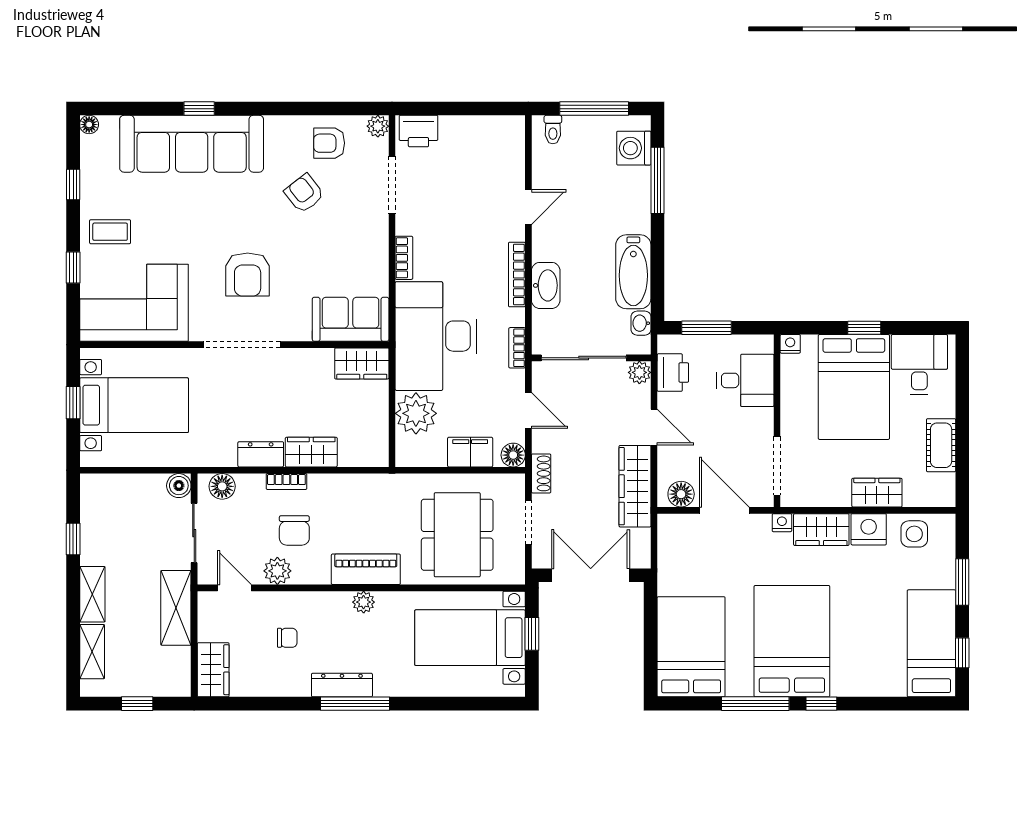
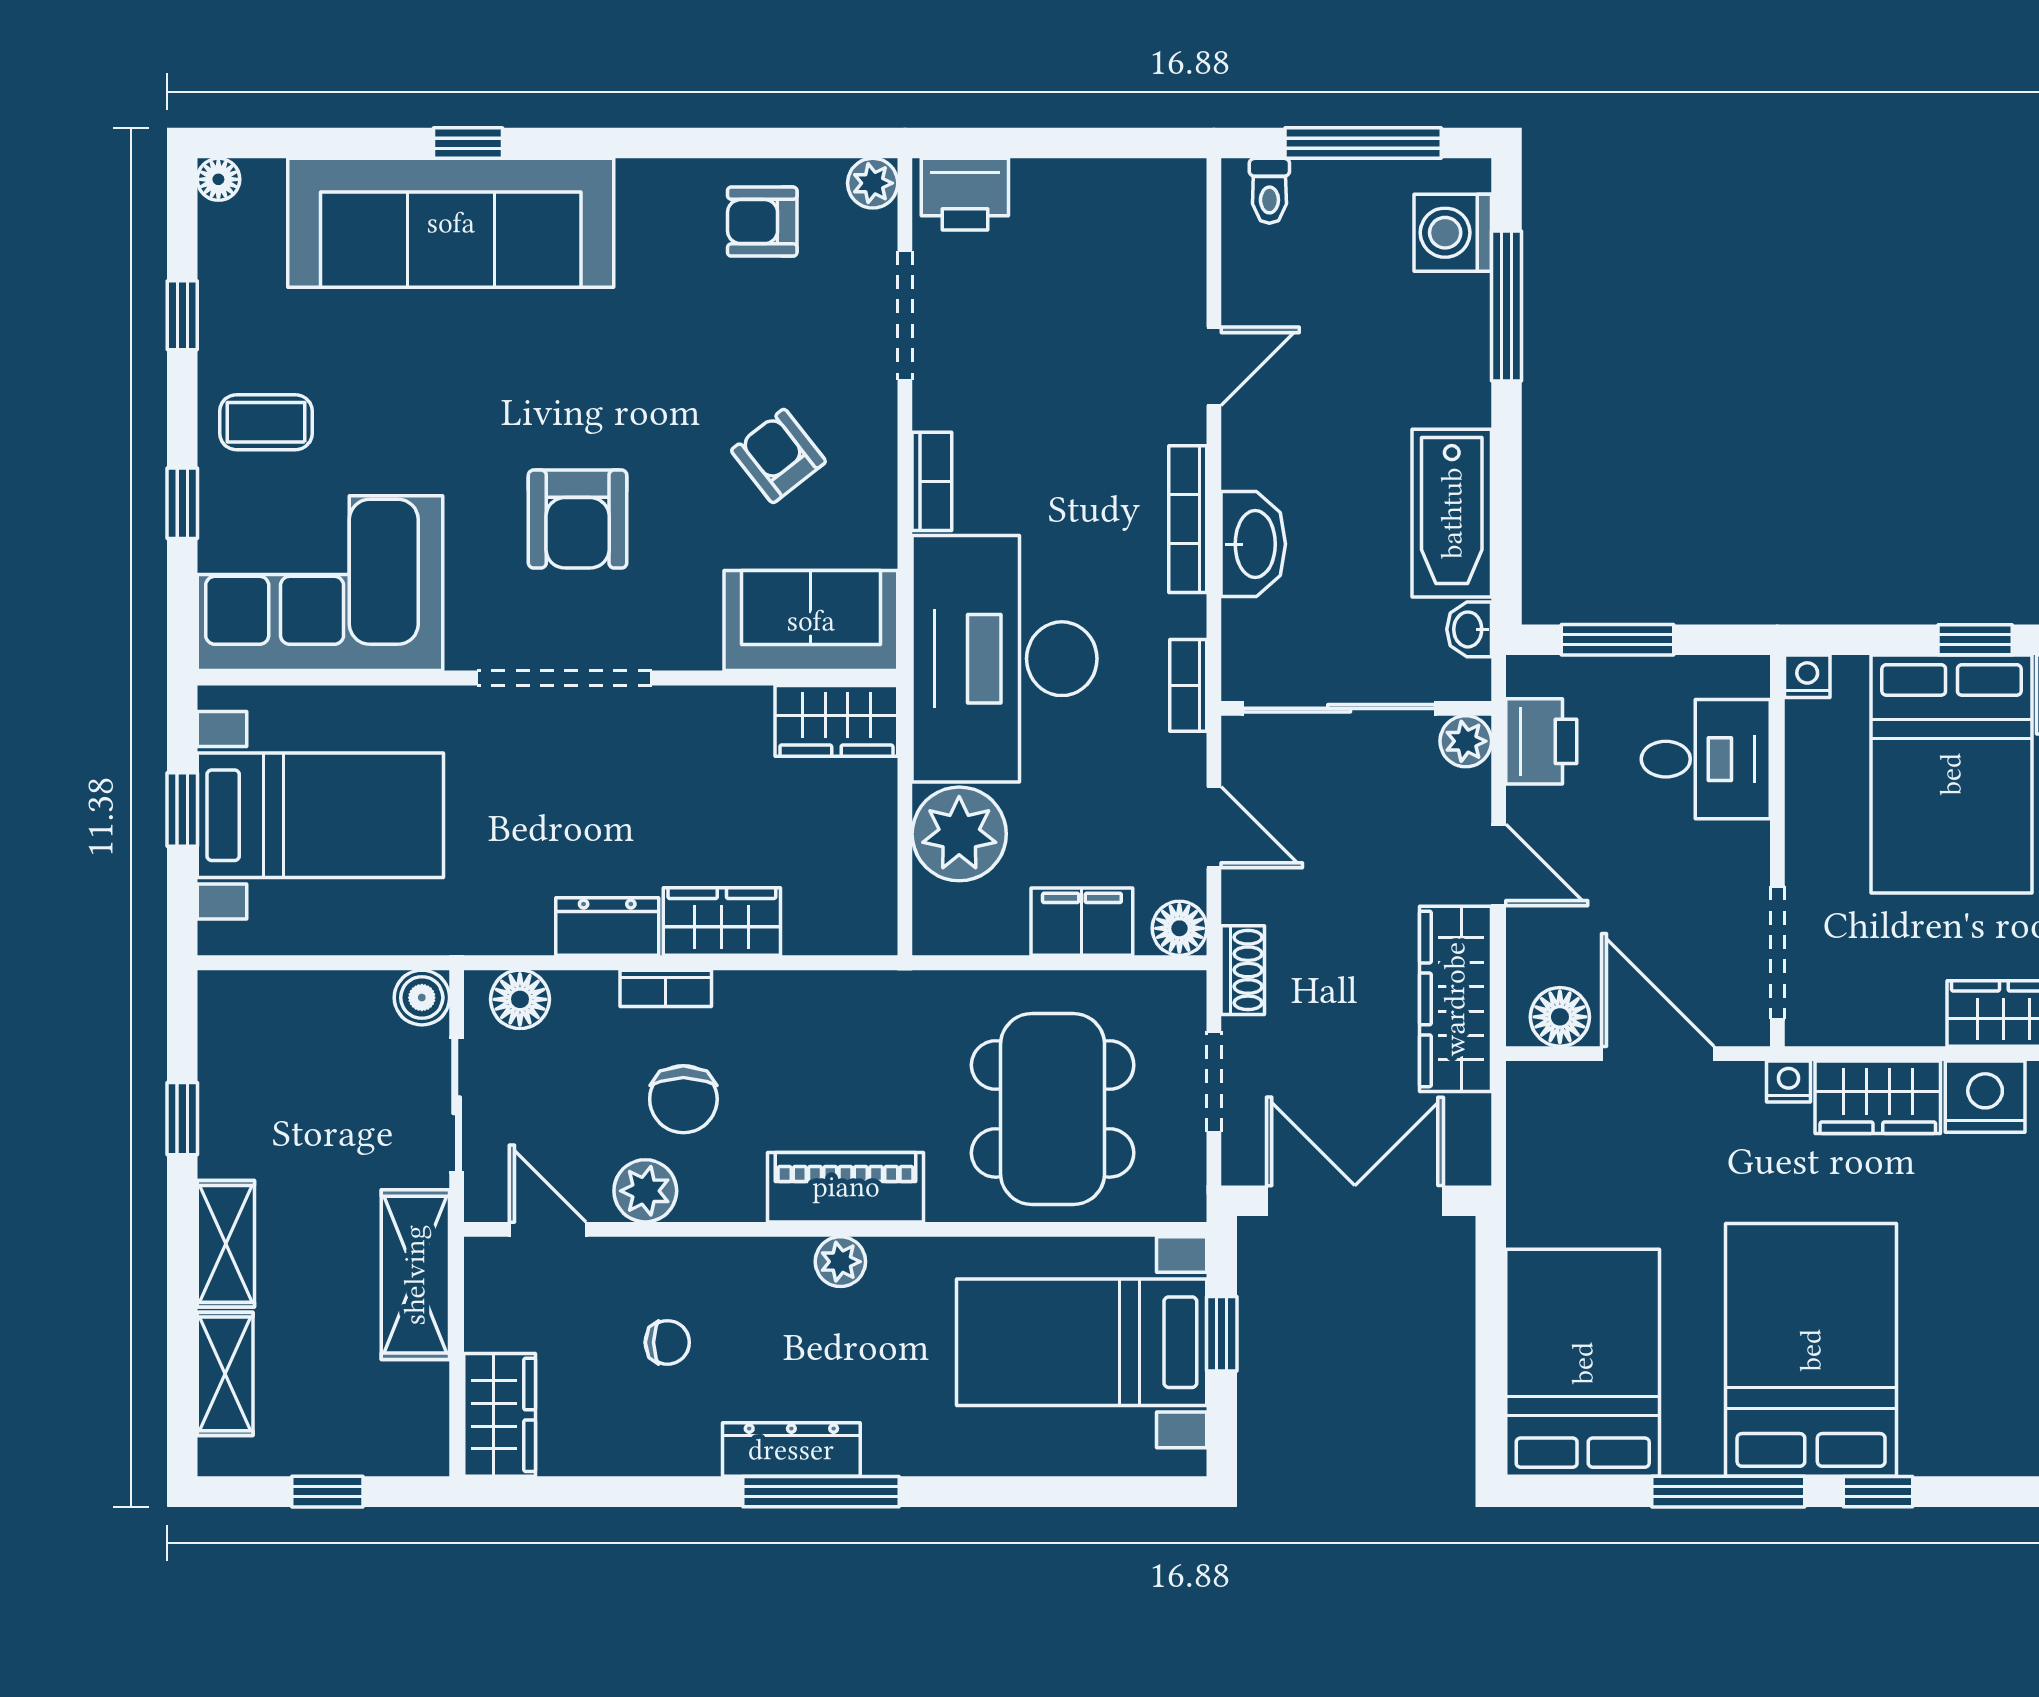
armchair: (304, 193) -> (778, 456), moved

